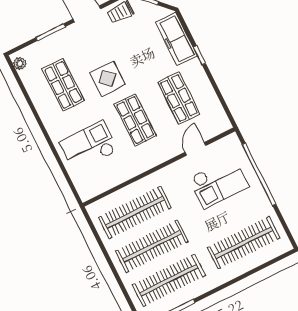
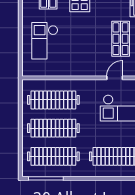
shop shelf: (135, 120) -> (84, 39), removed
checkout: (89, 146) -> (45, 41), turned -90

